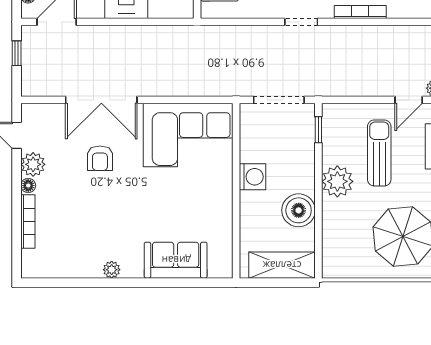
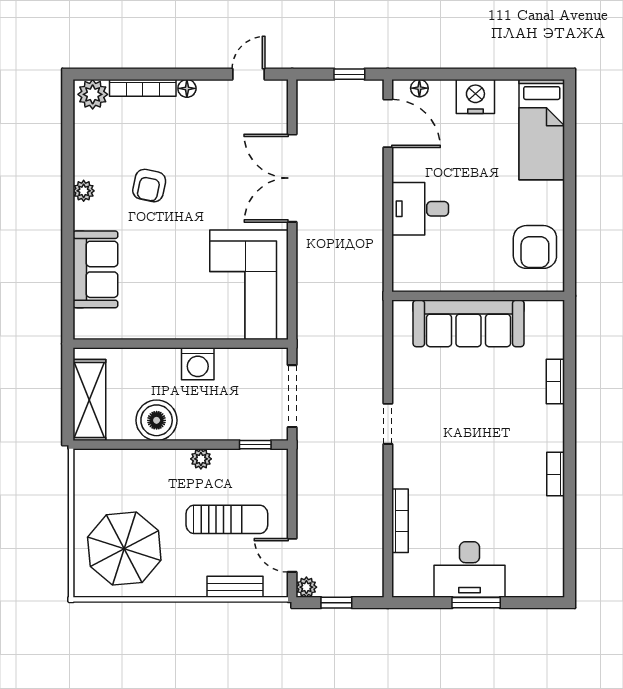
bookcase: (360, 12) -> (400, 521), moved
armchair: (100, 158) -> (149, 186), moved, turned -78
plant: (33, 164) -> (93, 94), moved
plant: (337, 181) -> (201, 459), width x0.53, depth x0.53

